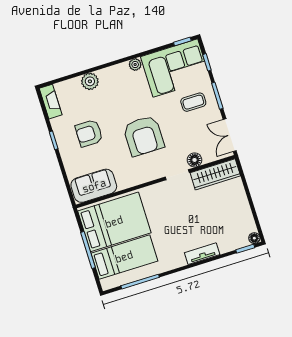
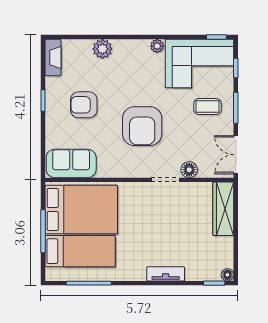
wardrobe: (215, 174) -> (223, 209), moved, turned 90

